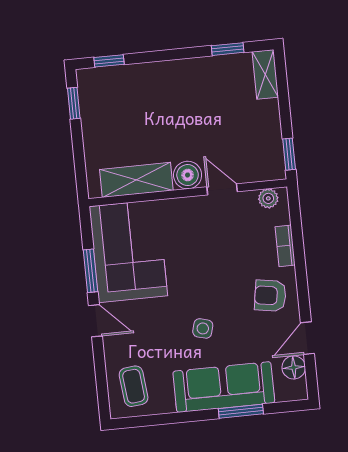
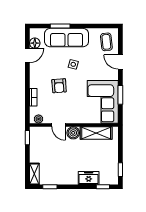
freezer: (143, 77) -> (89, 178), added
armchair: (270, 296) -> (59, 86), moved, turned 77
door: (95, 321) -> (120, 62), moved

